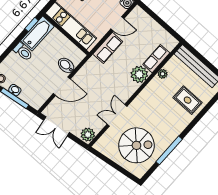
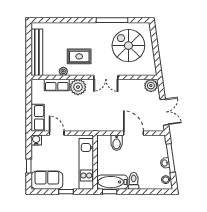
row of seats: (108, 48) -> (38, 118), moved, turned 90
rug: (188, 100) -> (79, 56), moved, turned 90
double door: (117, 115) -> (106, 77), moved

